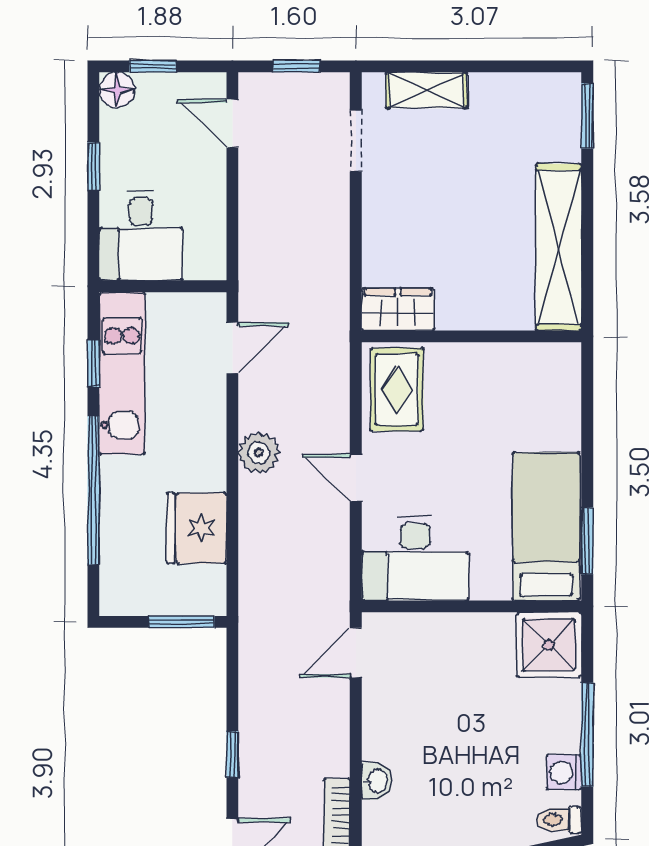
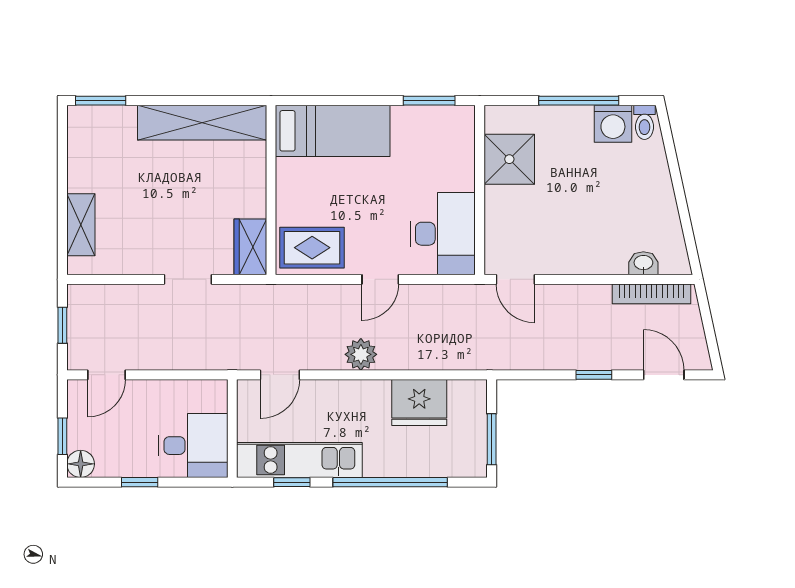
doorway: (356, 141) -> (188, 279), moved
door: (232, 348) -> (280, 375), swing flipped
bed: (546, 527) -> (333, 131), moved, turned 180
window: (182, 622) -> (492, 439), moved
shower: (549, 645) -> (509, 159), moved
washing machine: (564, 772) -> (613, 124), width x1.38, depth x1.38
washbasin: (377, 781) -> (643, 263), moved

